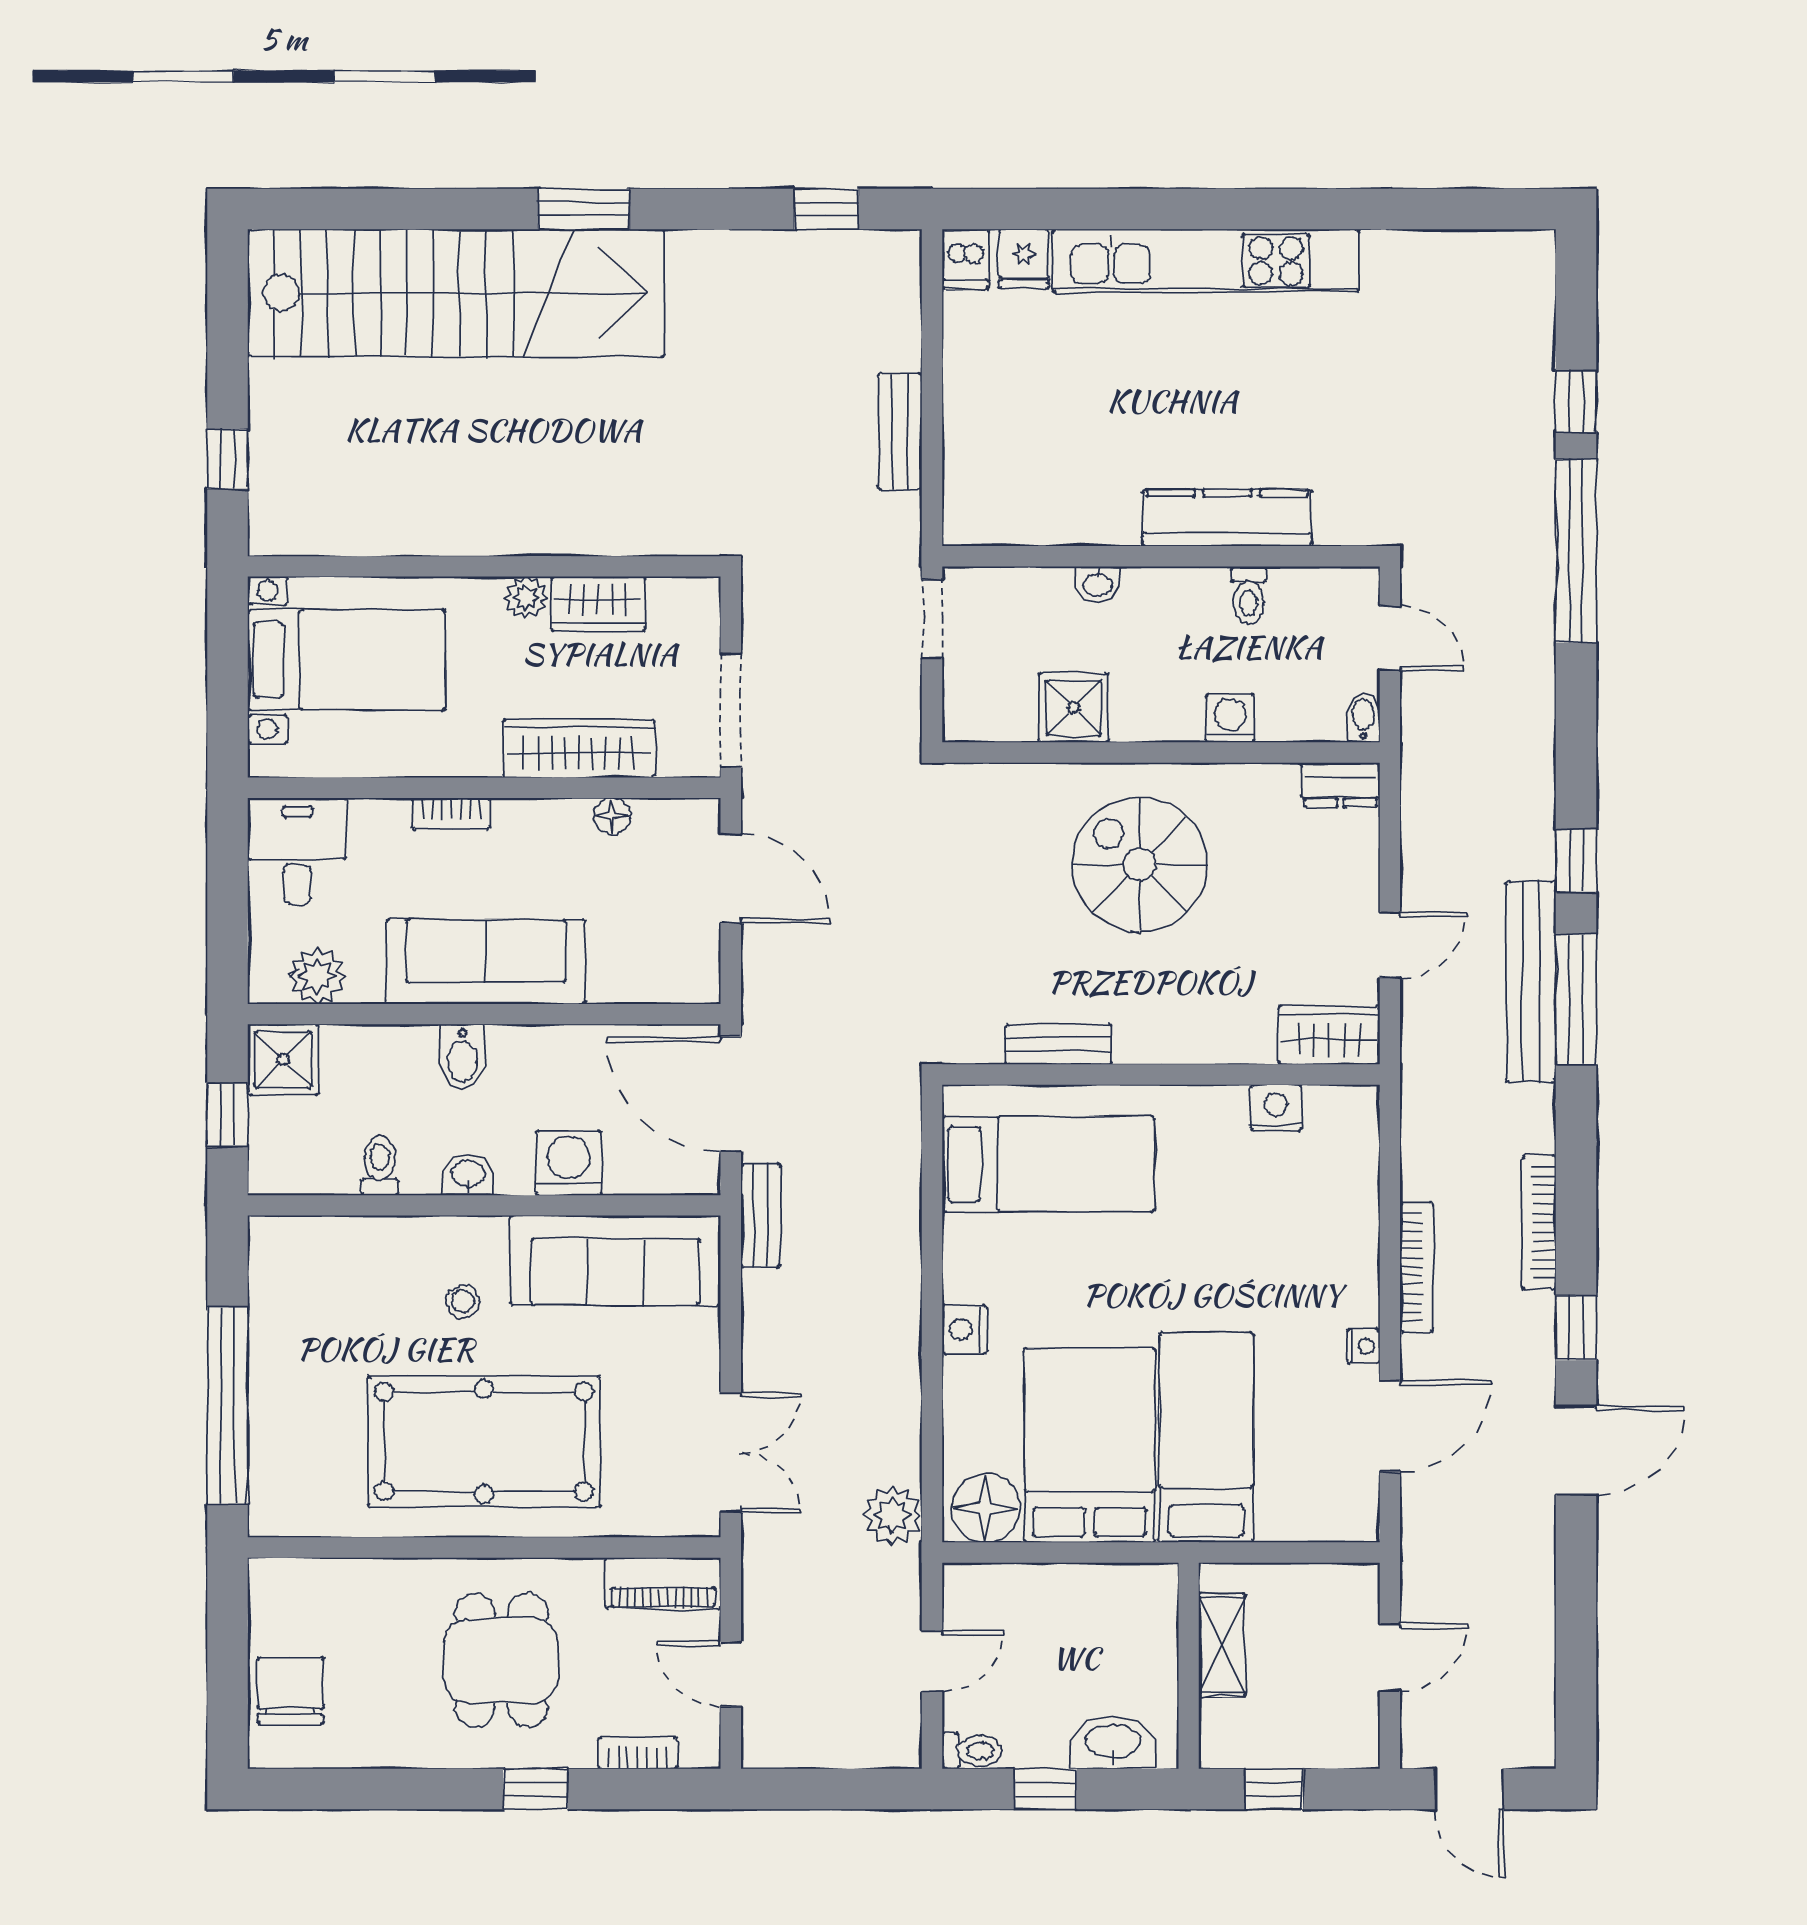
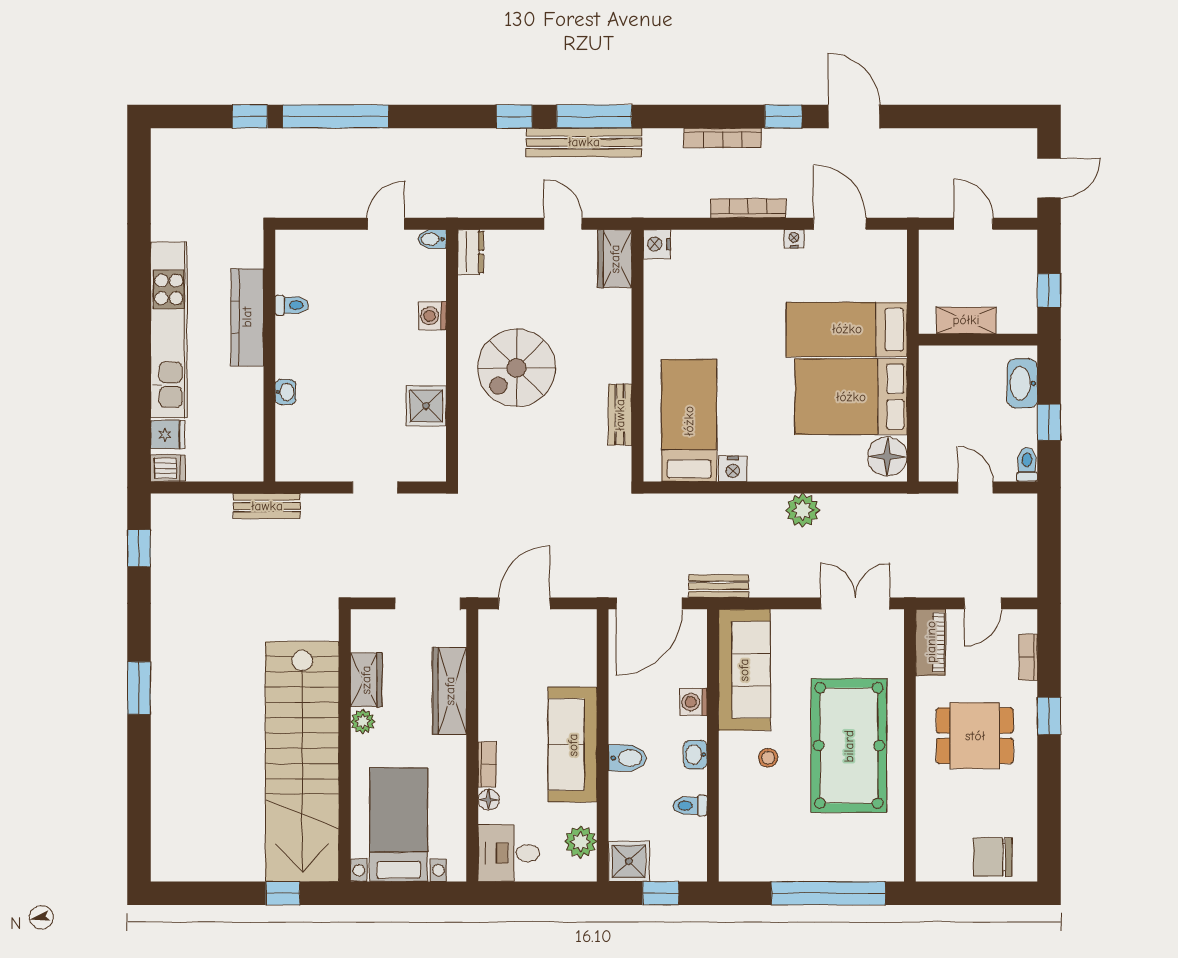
stairs: (456, 293) -> (302, 762), moved, turned 180
kitchen counter: (1227, 518) -> (247, 317), moved
wall: (1161, 556) -> (269, 356), moved
washbasin: (1098, 584) -> (286, 392), moved
toilet: (1249, 595) -> (292, 305), moved
floor lamp: (612, 816) -> (489, 800), moved
nightstand: (1276, 1108) -> (657, 244), moved
washing machine: (568, 1163) -> (693, 702), width x0.73, depth x0.73
nightstand: (964, 1330) -> (733, 469), moved
plant: (892, 1515) -> (803, 510), moved

